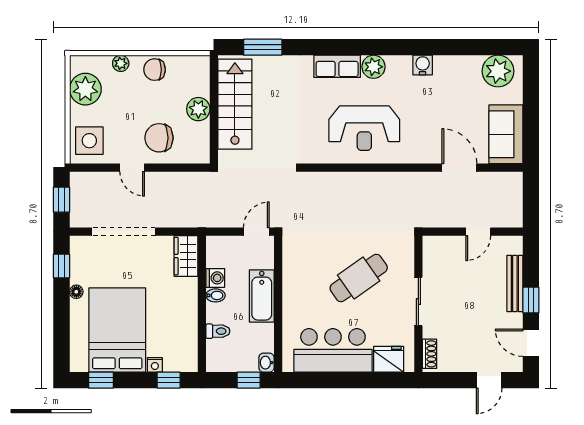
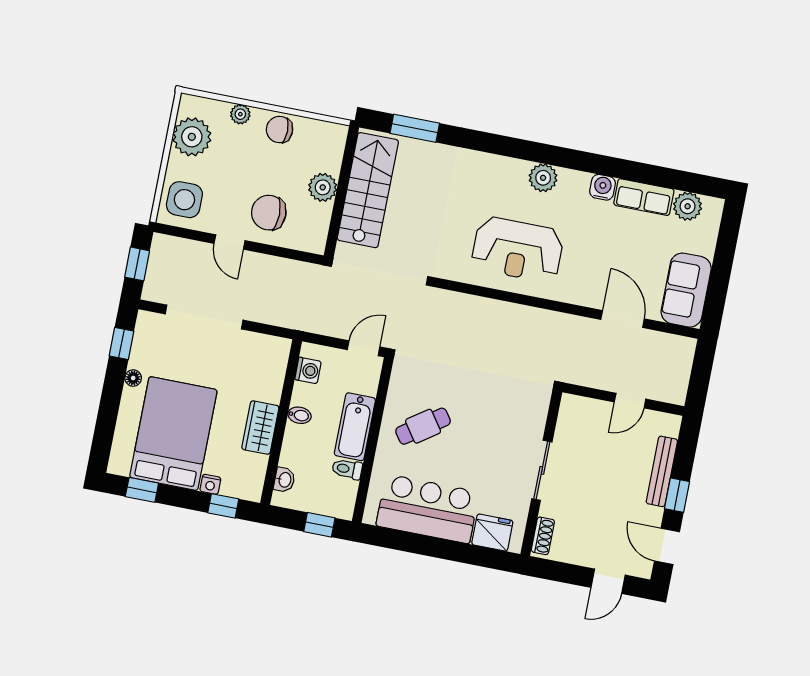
row of seats: (337, 66) -> (644, 197), moved
plant: (498, 71) -> (688, 206), width x0.73, depth x0.73
wardrobe: (186, 256) -> (260, 428), moved
washing machine: (215, 278) -> (308, 370), moved
cafe table: (359, 278) -> (423, 426), moved, width x0.73, depth x0.74
toilet: (218, 331) -> (347, 469), moved, turned 180
washbasin: (266, 363) -> (284, 480), moved, turned 180

